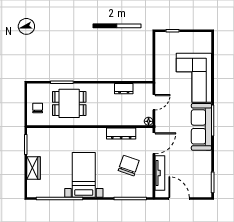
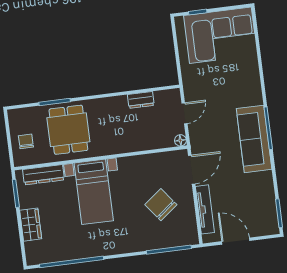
corner sofa: (194, 78) -> (220, 35), moved, turned -90
dining table: (69, 103) -> (68, 130), turned 90
dresser: (121, 133) -> (43, 175), moved
chair: (129, 166) -> (161, 205), turned -57
bed with nightstands: (84, 175) -> (94, 192), moved, turned 180

